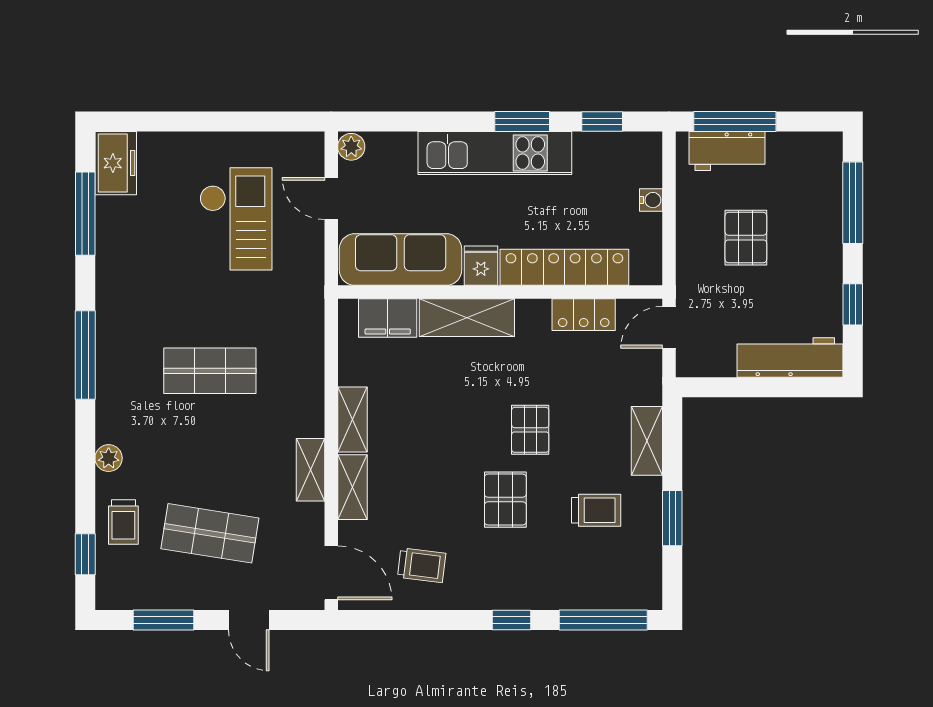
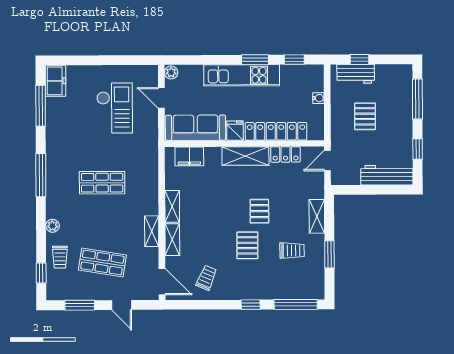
window: (735, 122) -> (359, 59), width x0.46
shelving: (467, 318) -> (245, 156), moved
trolley: (422, 565) -> (206, 278), turned -74

